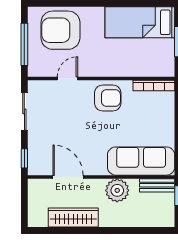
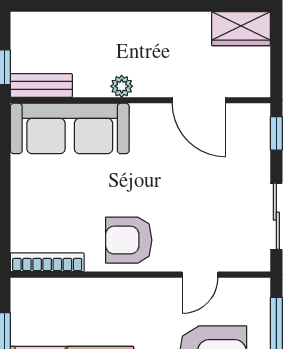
plant: (117, 190) -> (122, 86), width x0.53, depth x0.53
wardrobe: (73, 217) -> (241, 29), moved, width x0.67

